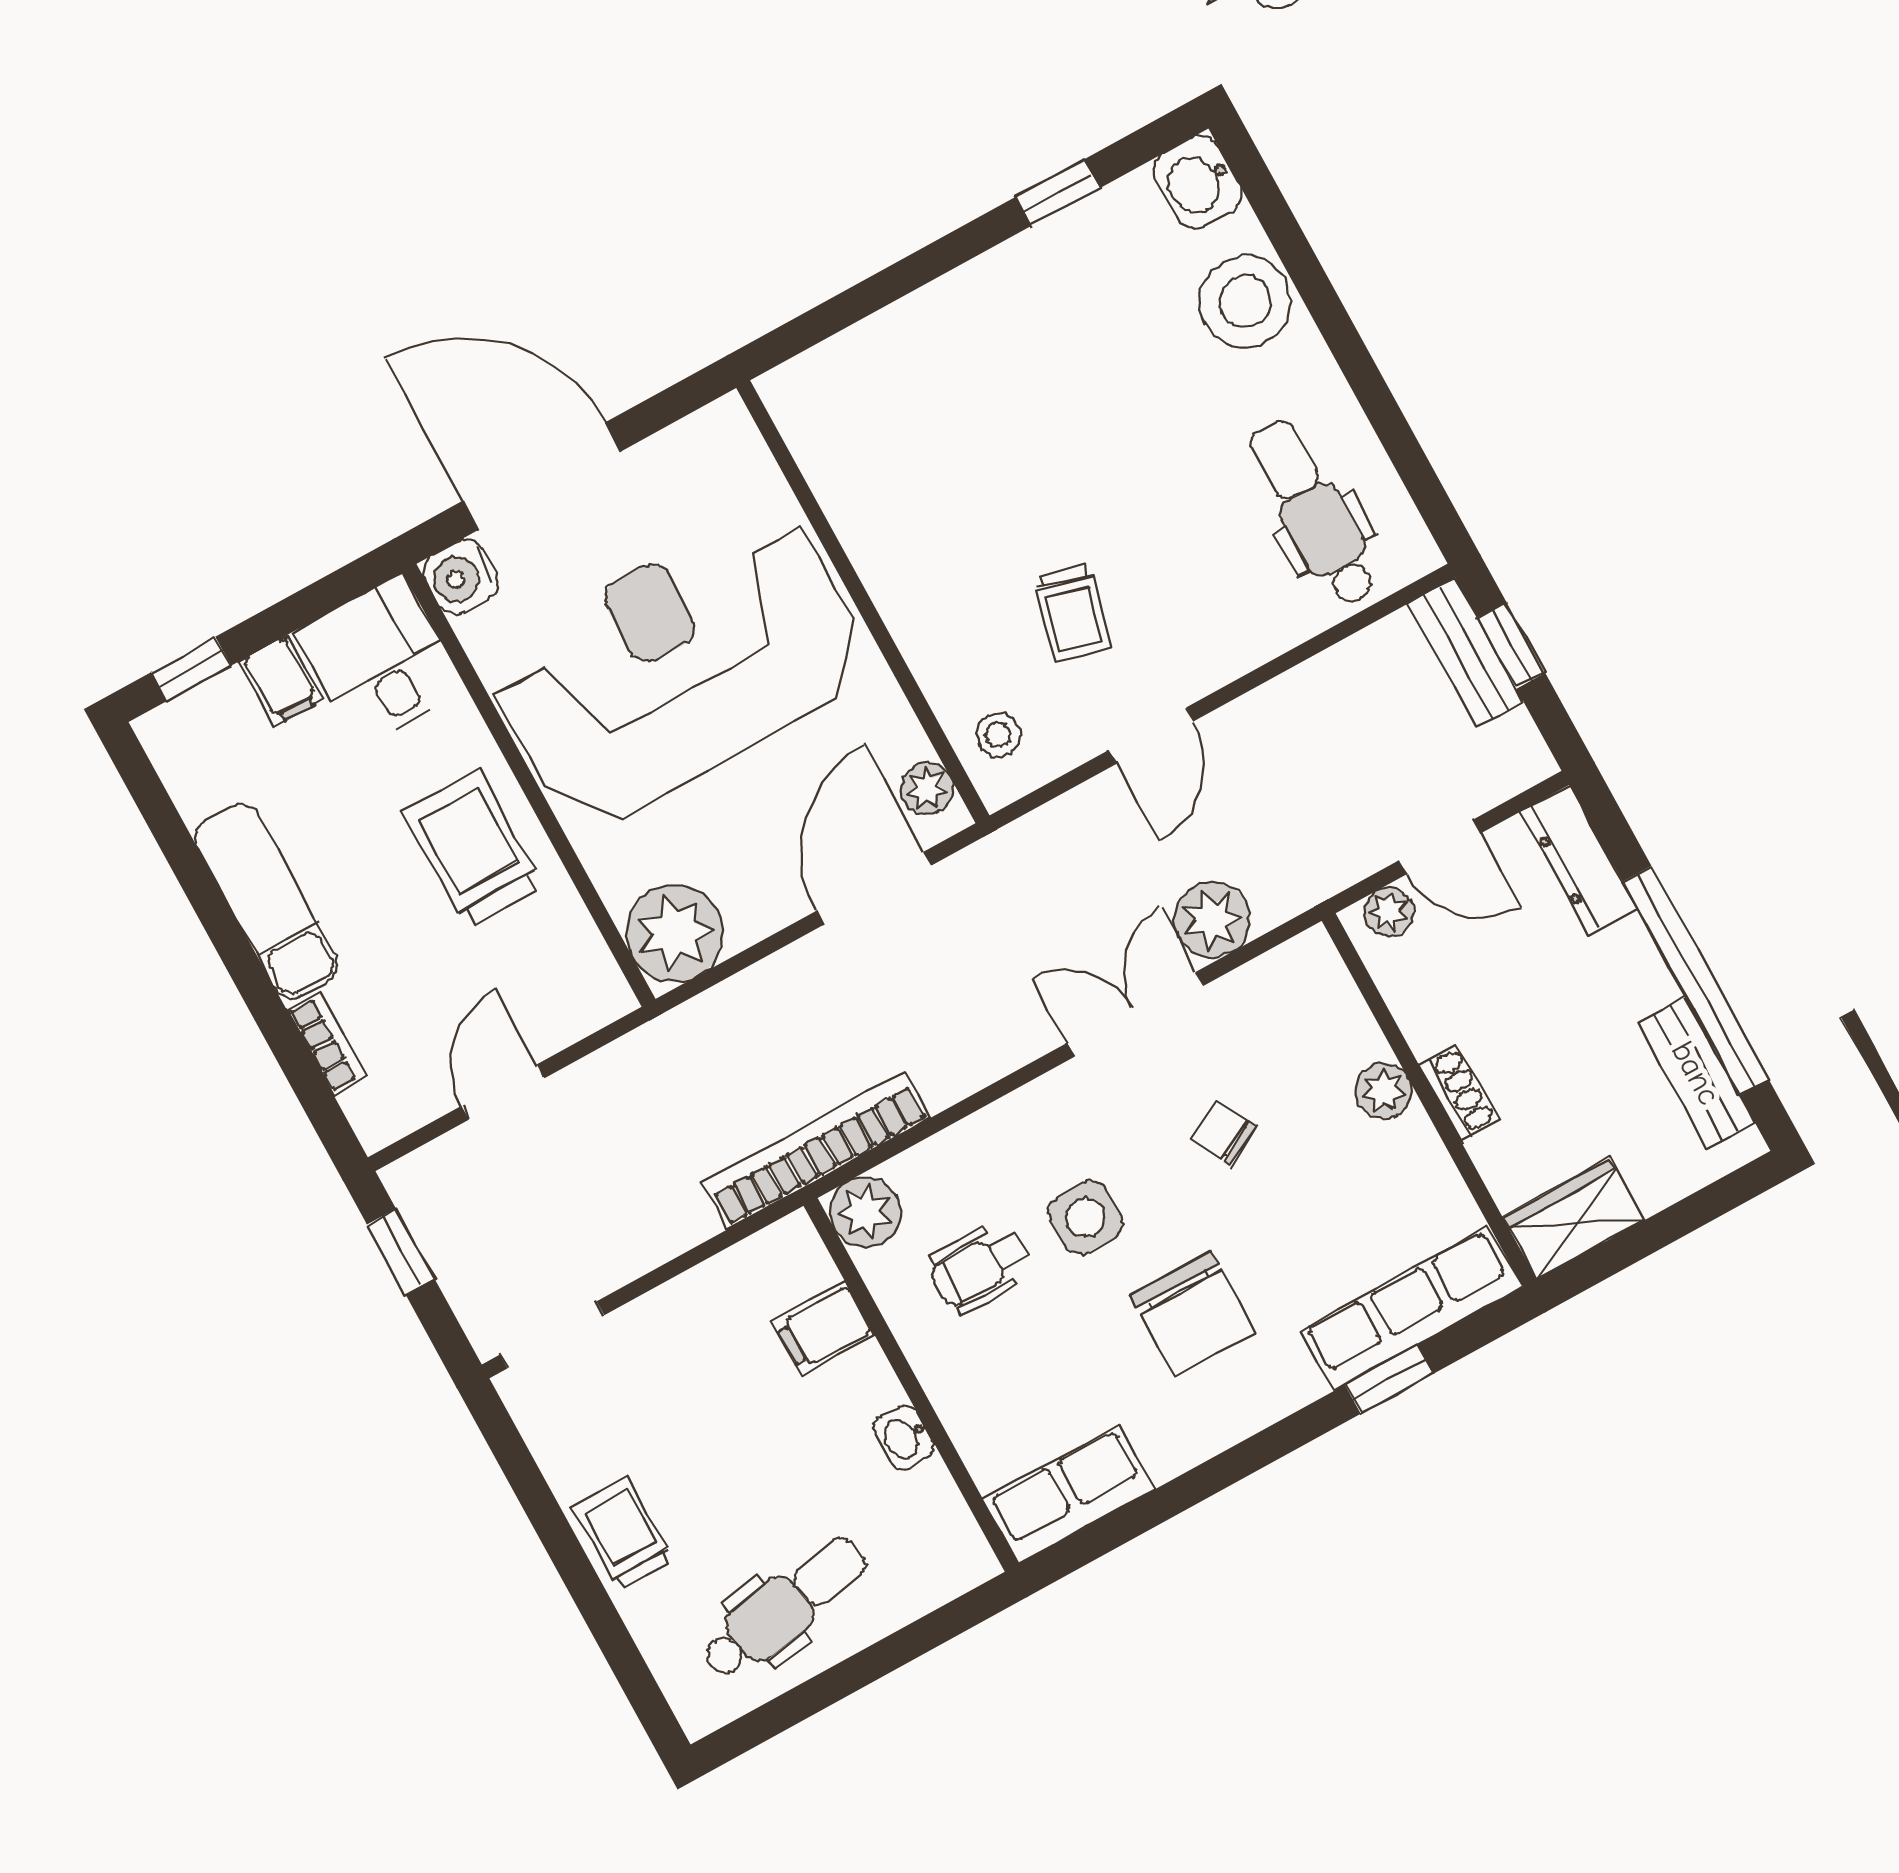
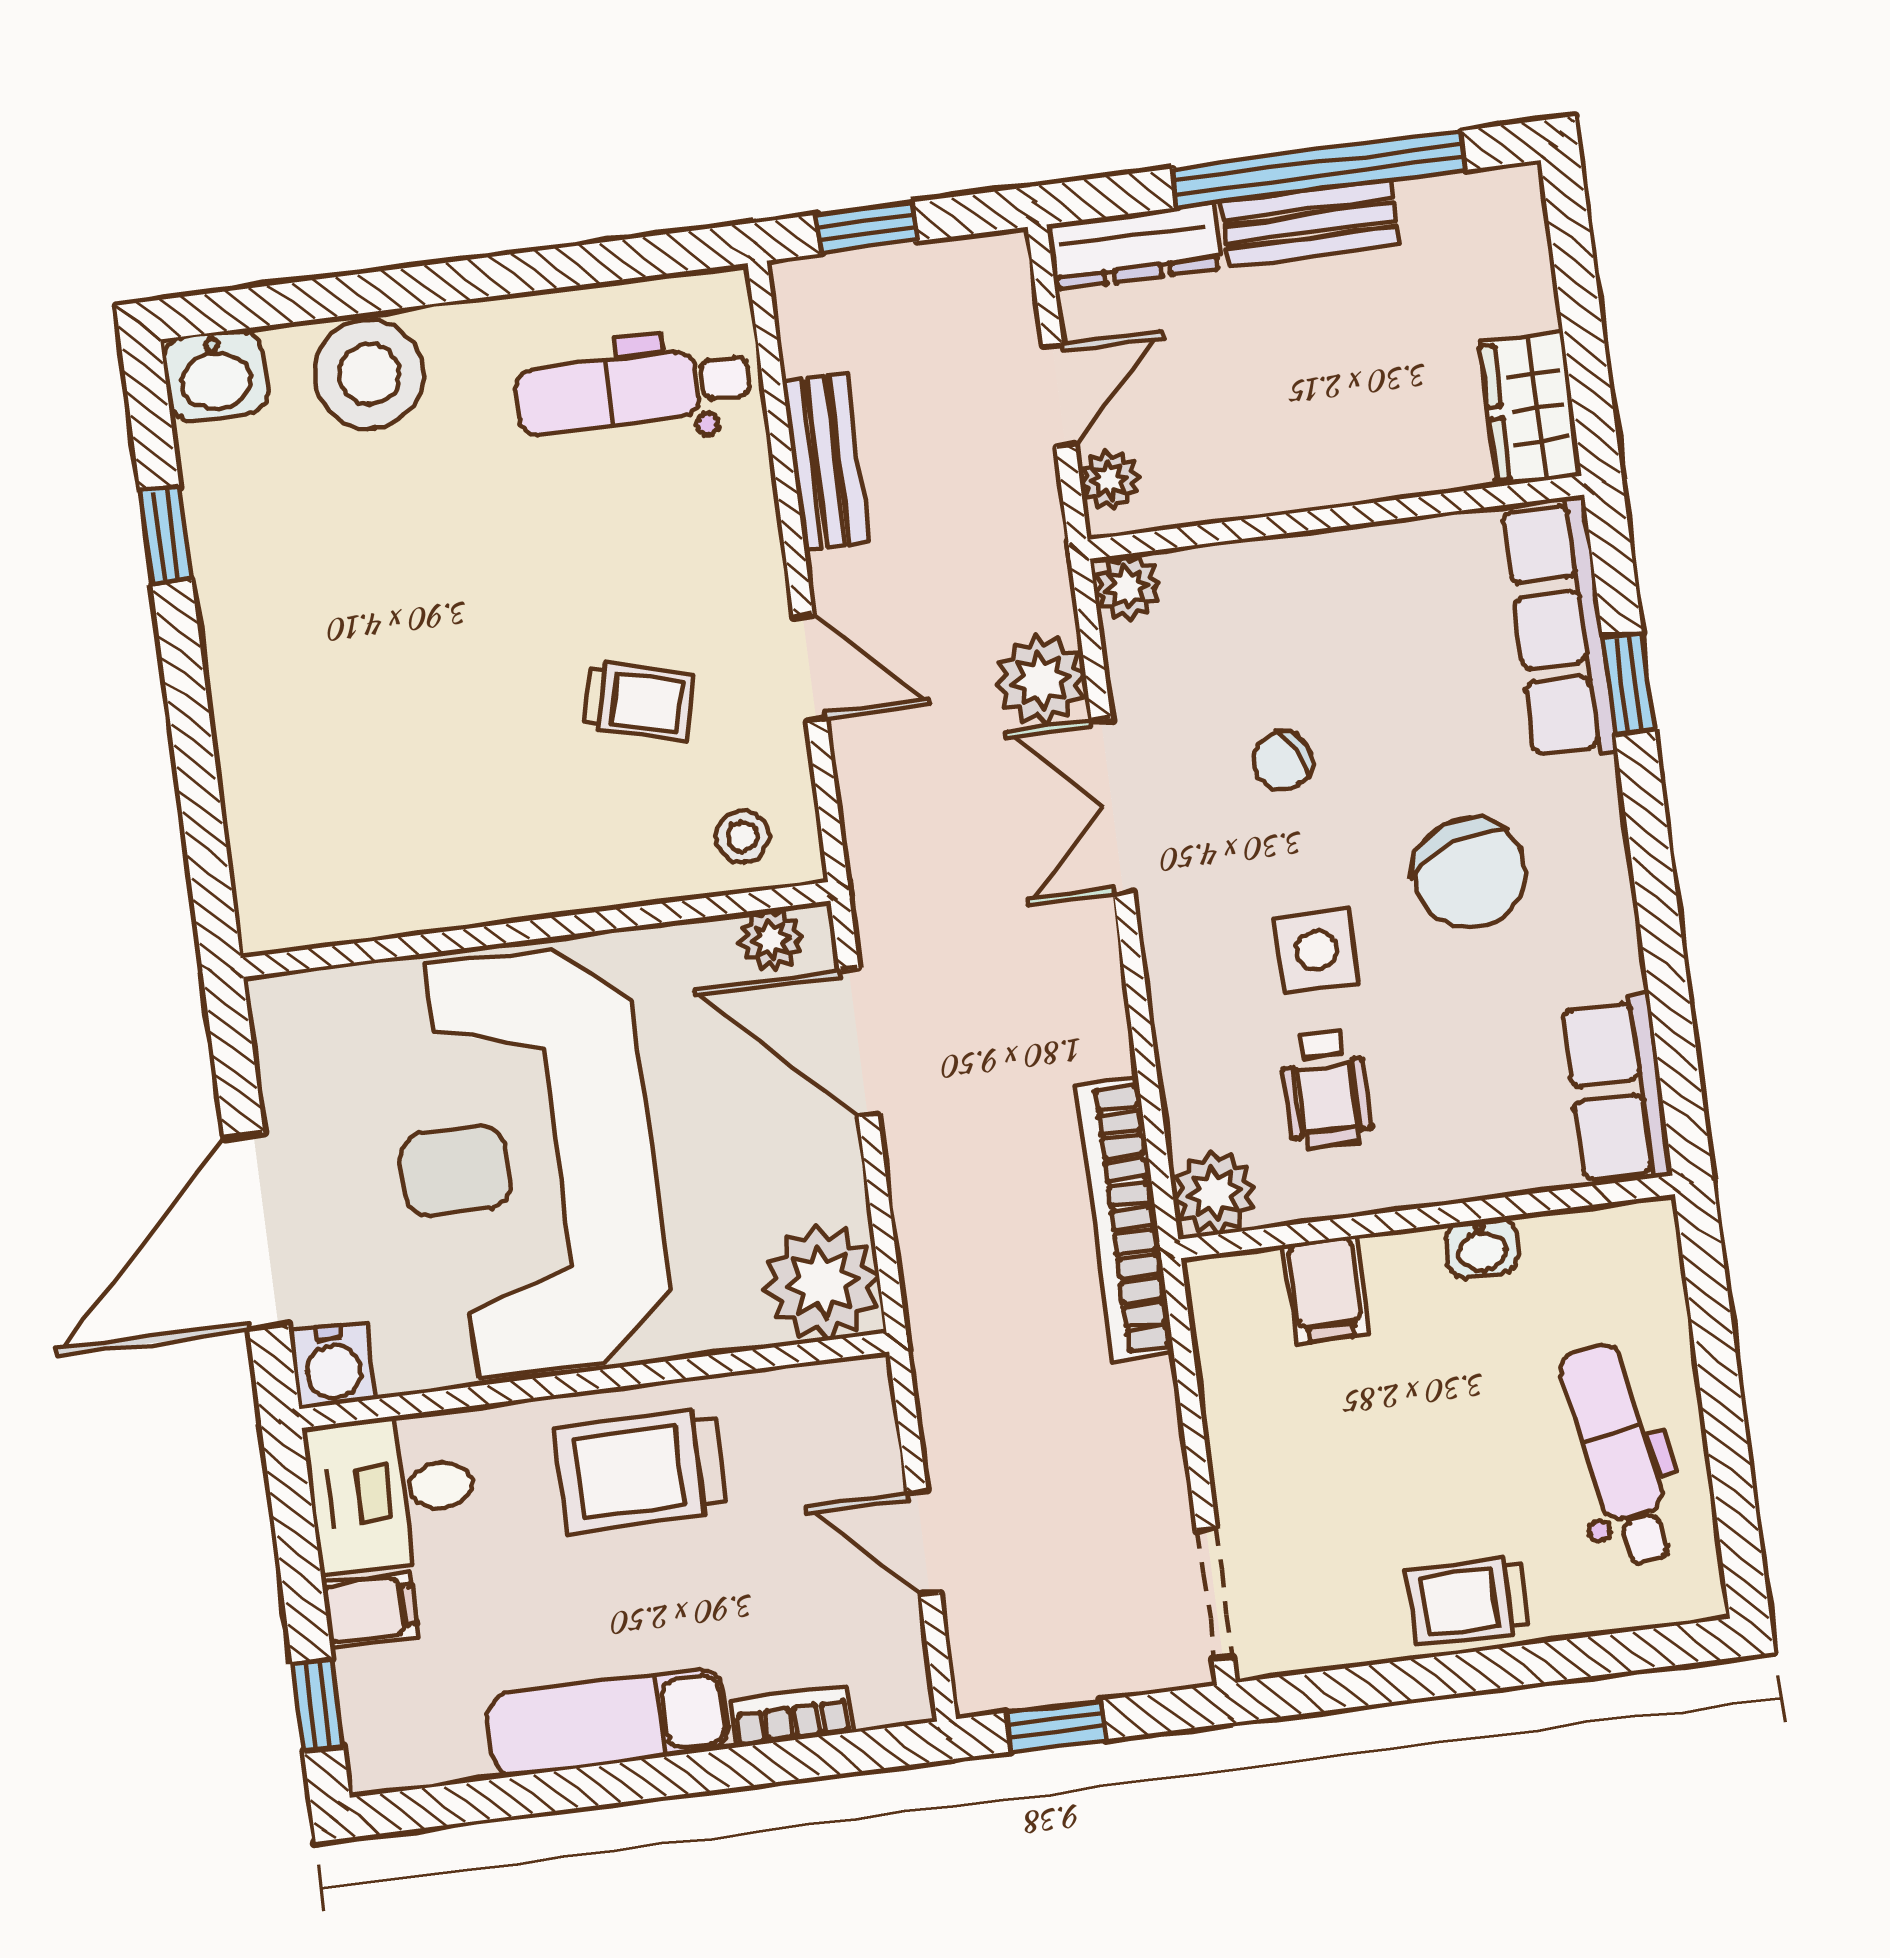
bench: (1466, 653) -> (825, 462), moved, turned 90
bench: (1696, 1073) -> (1310, 223), moved
plant: (1383, 1091) -> (1127, 587), moved
shoe rack: (1459, 1093) -> (1341, 481), removed
chair: (1193, 1313) -> (1470, 873), turned 70

